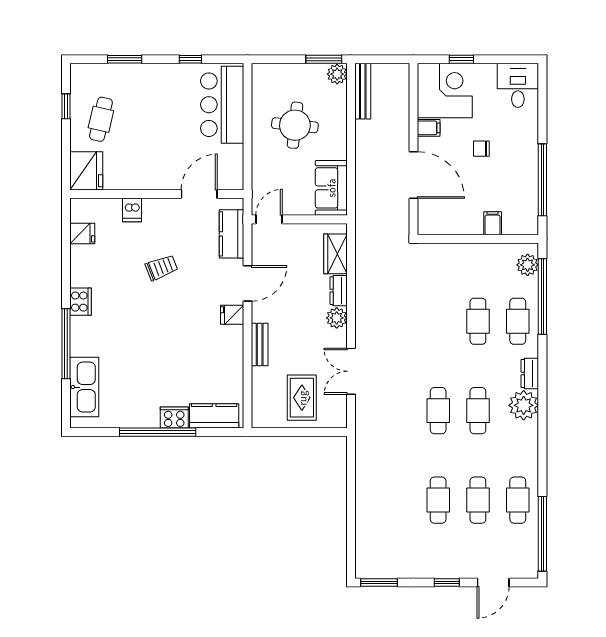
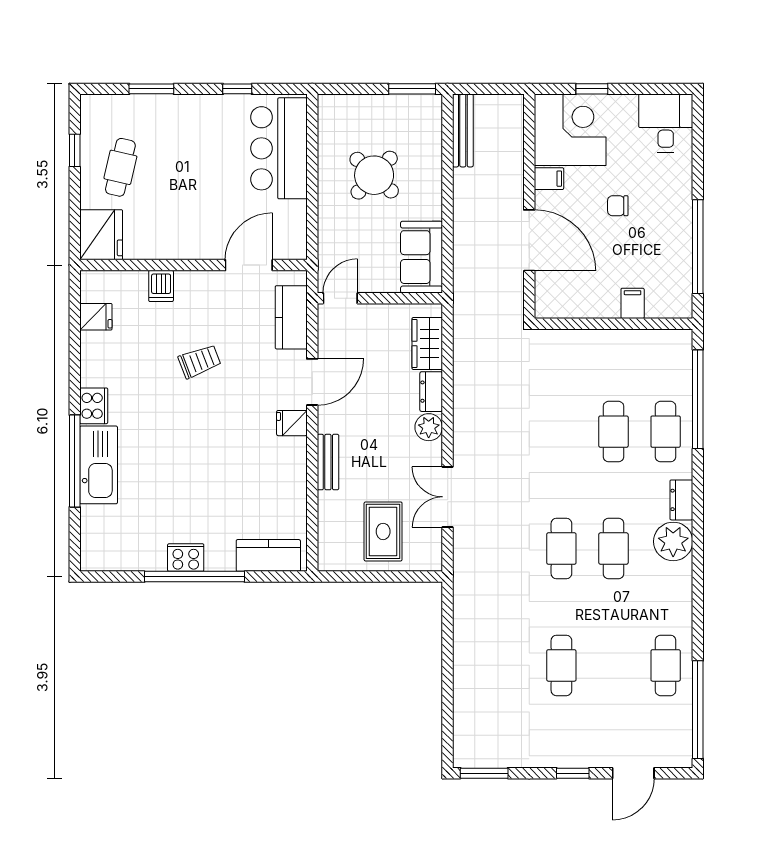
plant: (337, 74) -> (429, 108), removed
round table: (295, 125) -> (374, 175), turned 37
plant: (528, 265) -> (678, 358), removed
kitchen sink: (84, 387) -> (99, 465), moved
cooker: (174, 418) -> (186, 558), moved
cafe table: (478, 500) -> (613, 665), removed

